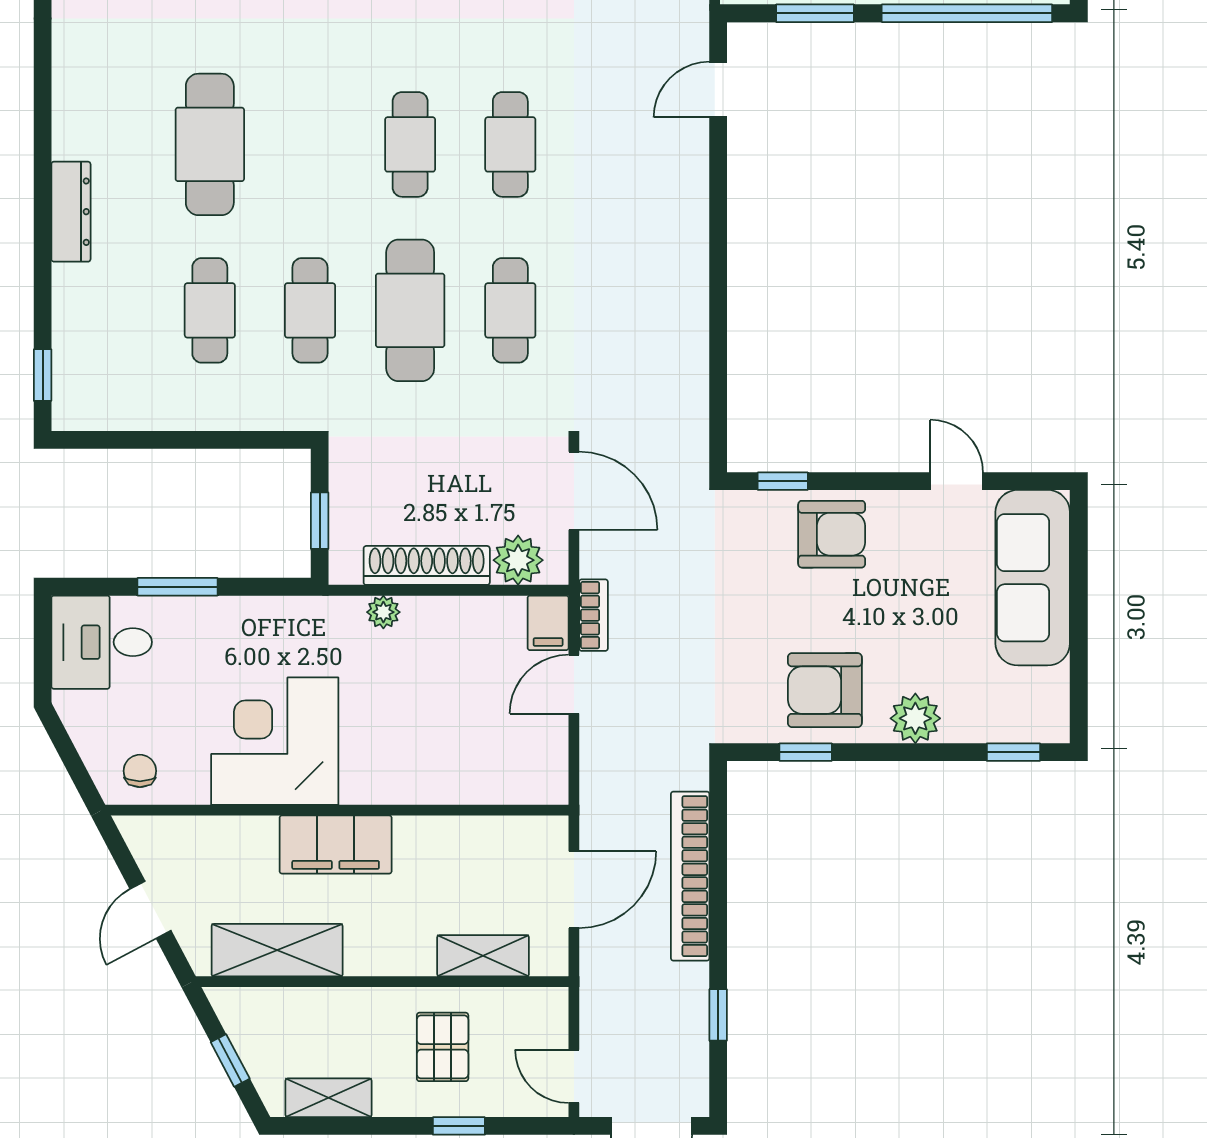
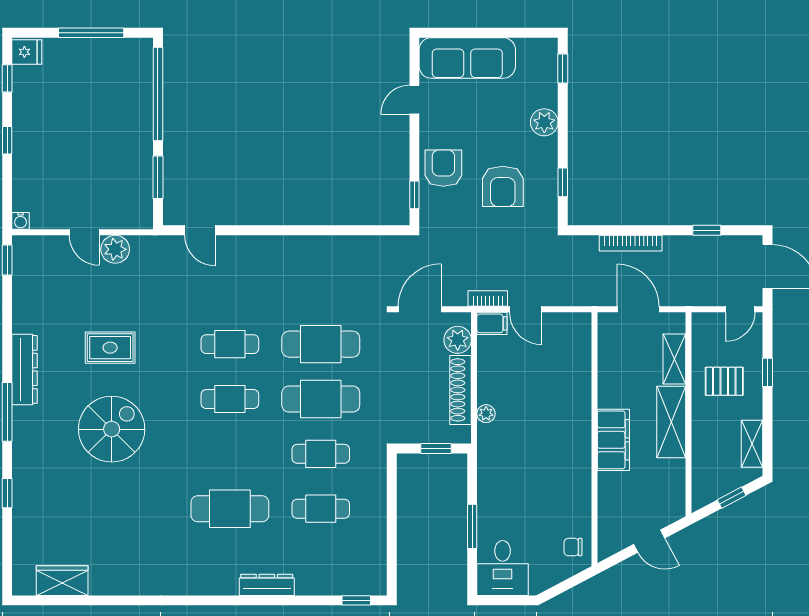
cafe table: (510, 310) -> (321, 344), width x1.37, depth x1.35
armchair: (825, 690) -> (503, 186), moved
corner desk: (275, 741) -> (557, 473), removed
bookcase: (690, 876) -> (631, 243), width x0.68, depth x0.76
shelving: (277, 950) -> (671, 422), moved

